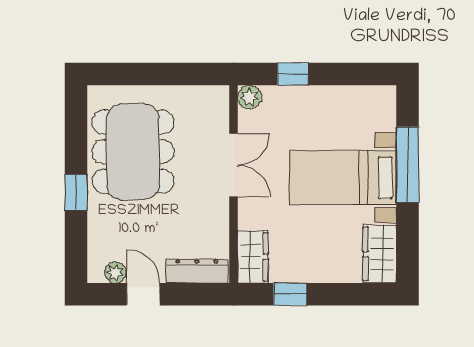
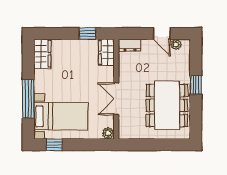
window: (293, 74) -> (54, 145), moved
bed with nightstands: (343, 178) -> (61, 116), moved
dresser: (197, 271) -> (130, 45), width x0.70

